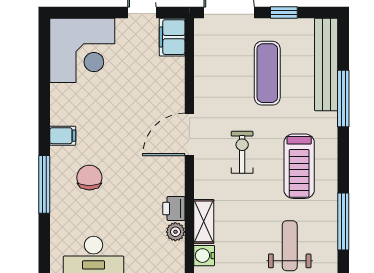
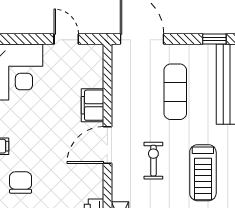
window: (284, 12) -> (214, 39), moved
filing cabinet: (172, 37) -> (93, 105), moved

